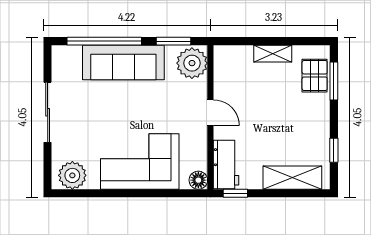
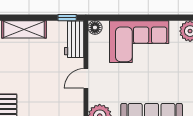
door: (210, 113) -> (86, 78), hinge flipped

